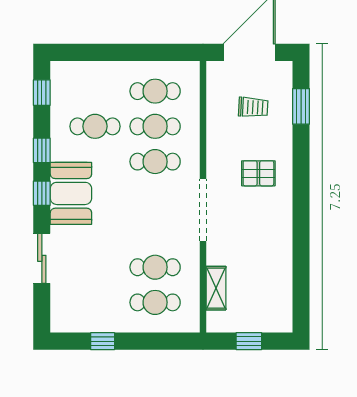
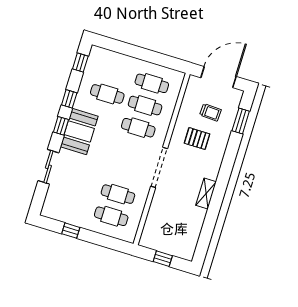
pallet: (258, 173) -> (197, 139), moved
shelving: (216, 288) -> (206, 194), moved

